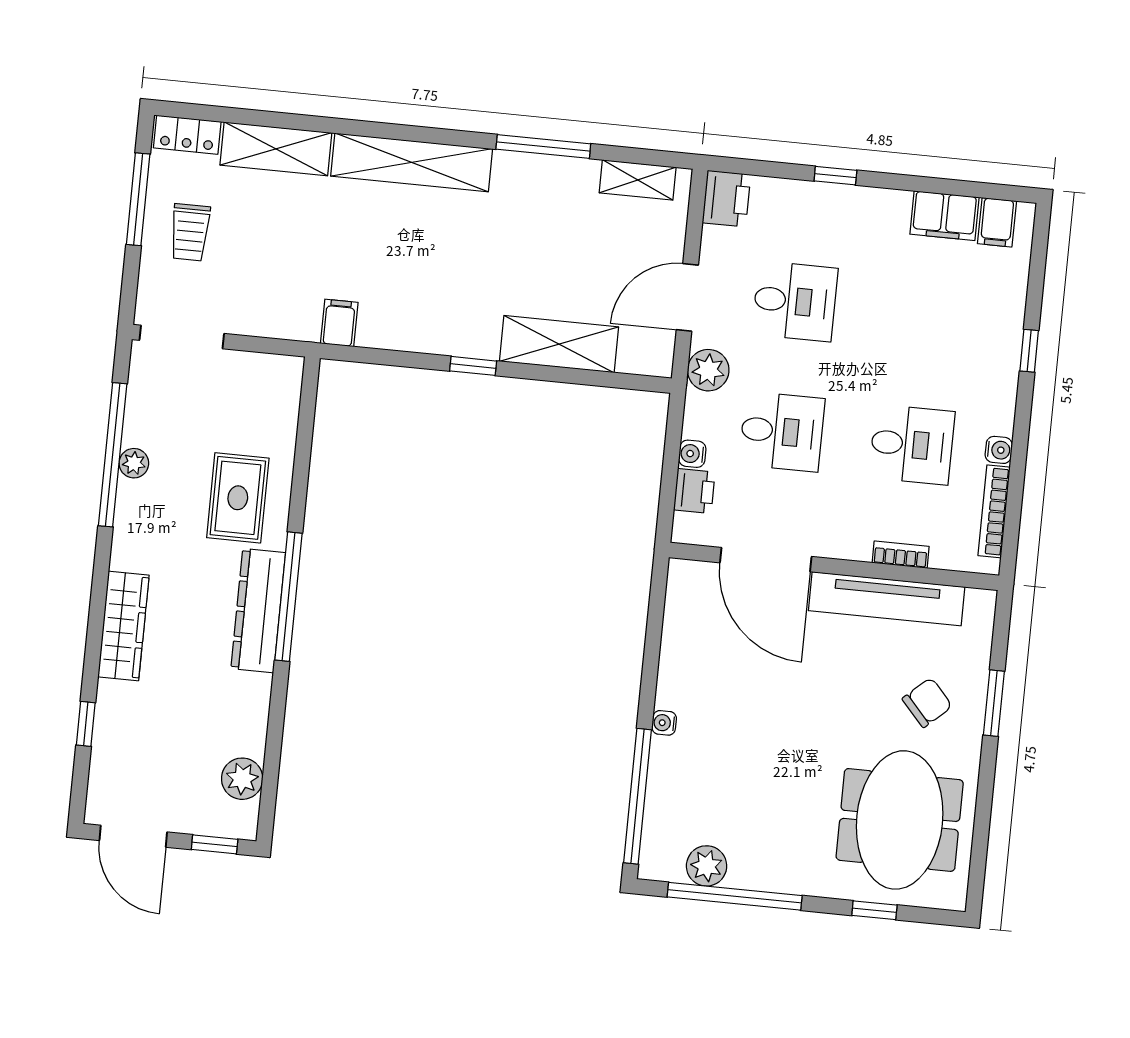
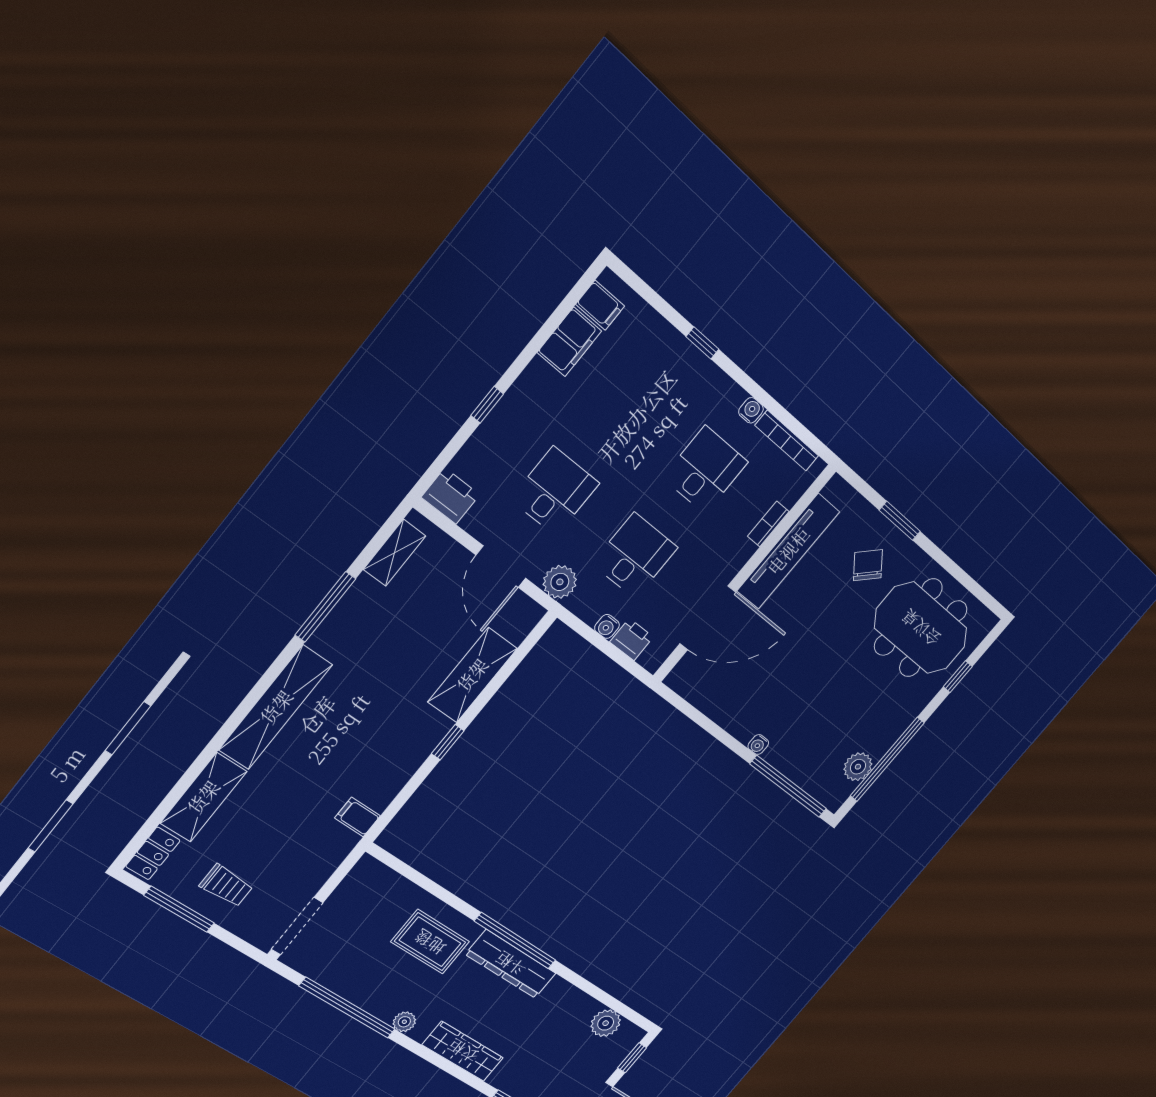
plant: (134, 463) -> (404, 1022), moved

